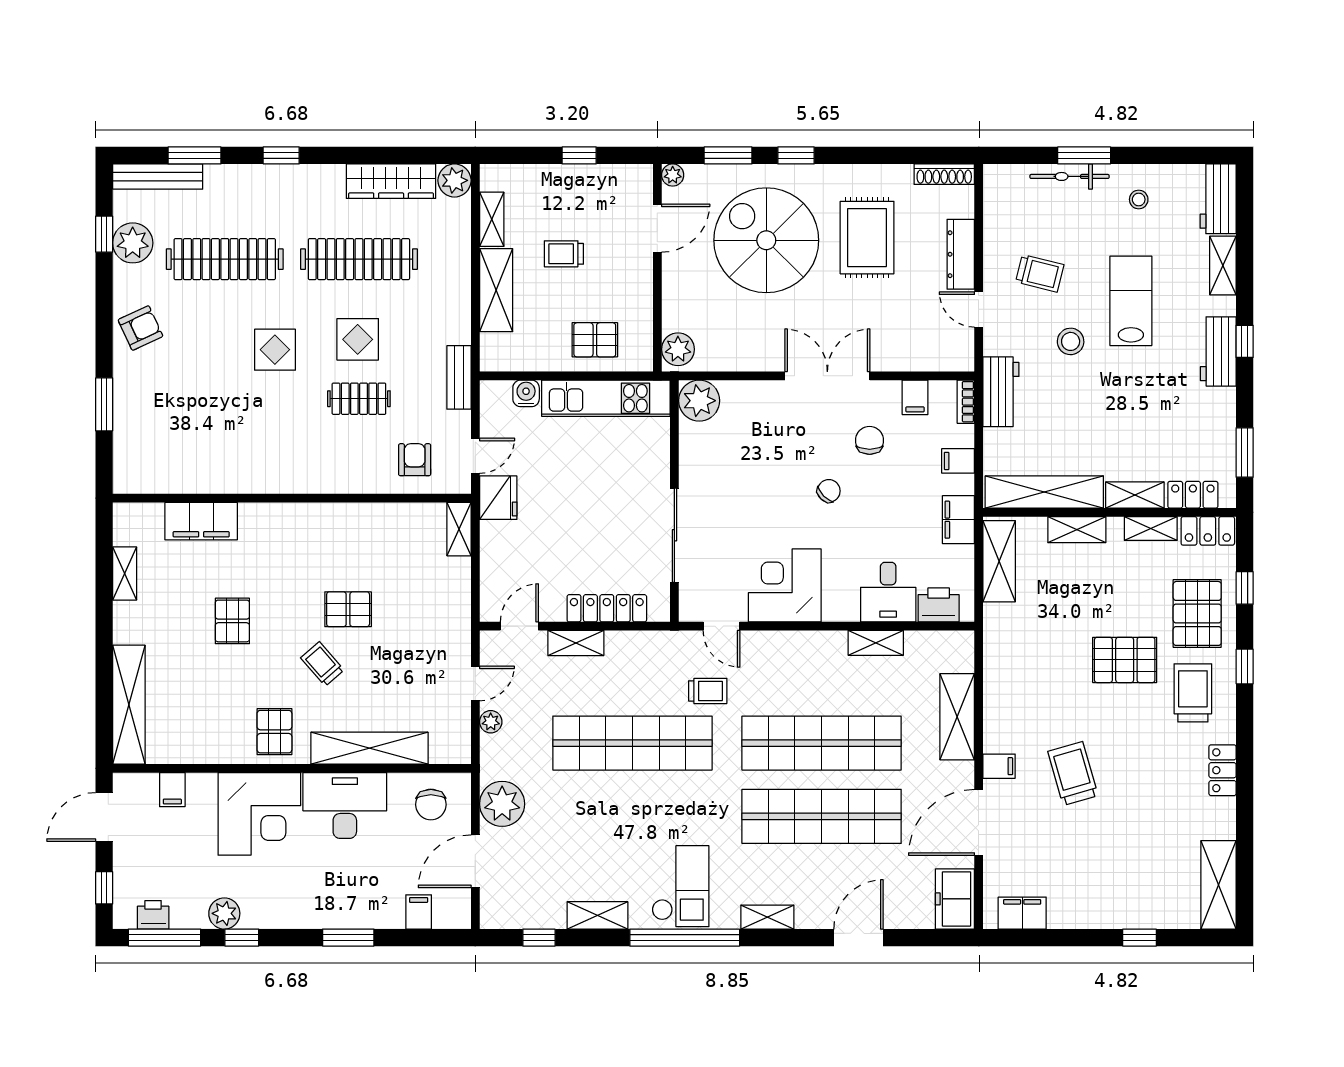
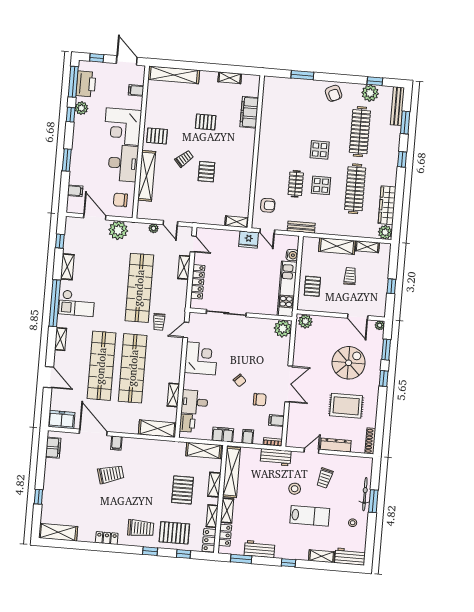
spiral stairs: (766, 240) -> (349, 363), width x0.73, depth x0.73
workbench: (1218, 351) -> (259, 549), moved
pallet: (1125, 660) -> (182, 490), moved
shelving: (957, 717) -> (157, 429), moved
printer: (153, 915) -> (86, 84), width x1.87, depth x1.48

